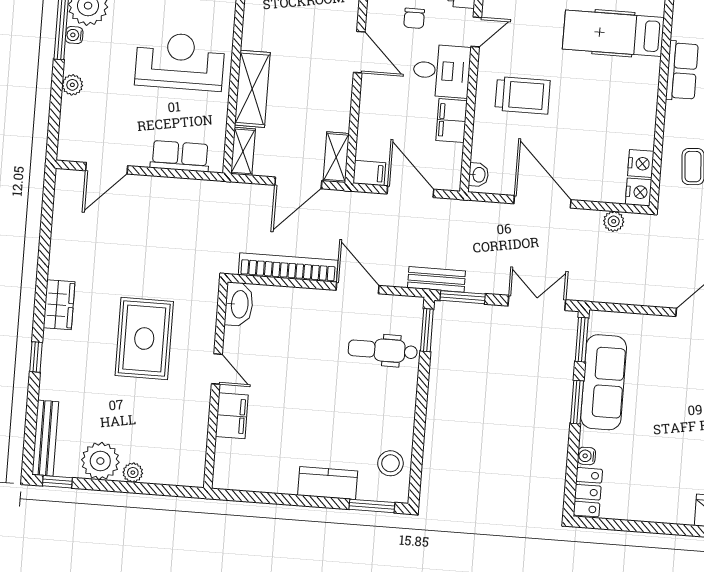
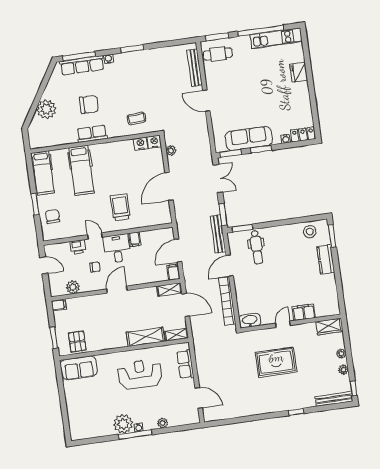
reception desk: (180, 61) -> (140, 374), turned 90
filing cabinet: (451, 121) -> (135, 239), width x0.50
washbasin: (478, 175) -> (163, 220), removed
bench: (436, 279) -> (218, 234), width x1.36
double door: (537, 303) -> (218, 179), swing flipped
wardrobe: (59, 305) -> (328, 327), moved, turned 180
plant: (100, 461) -> (343, 370), width x0.53, depth x0.53

